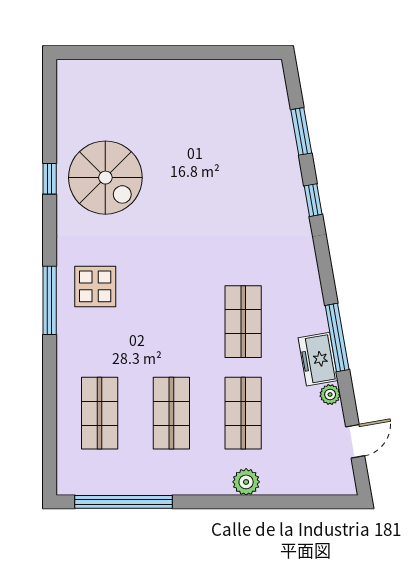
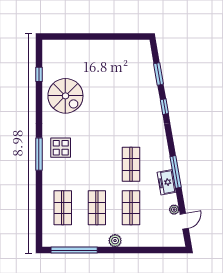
window: (50, 179) -> (39, 74), moved
plant: (330, 395) -> (174, 210), moved
plant: (246, 482) -> (115, 241), moved

